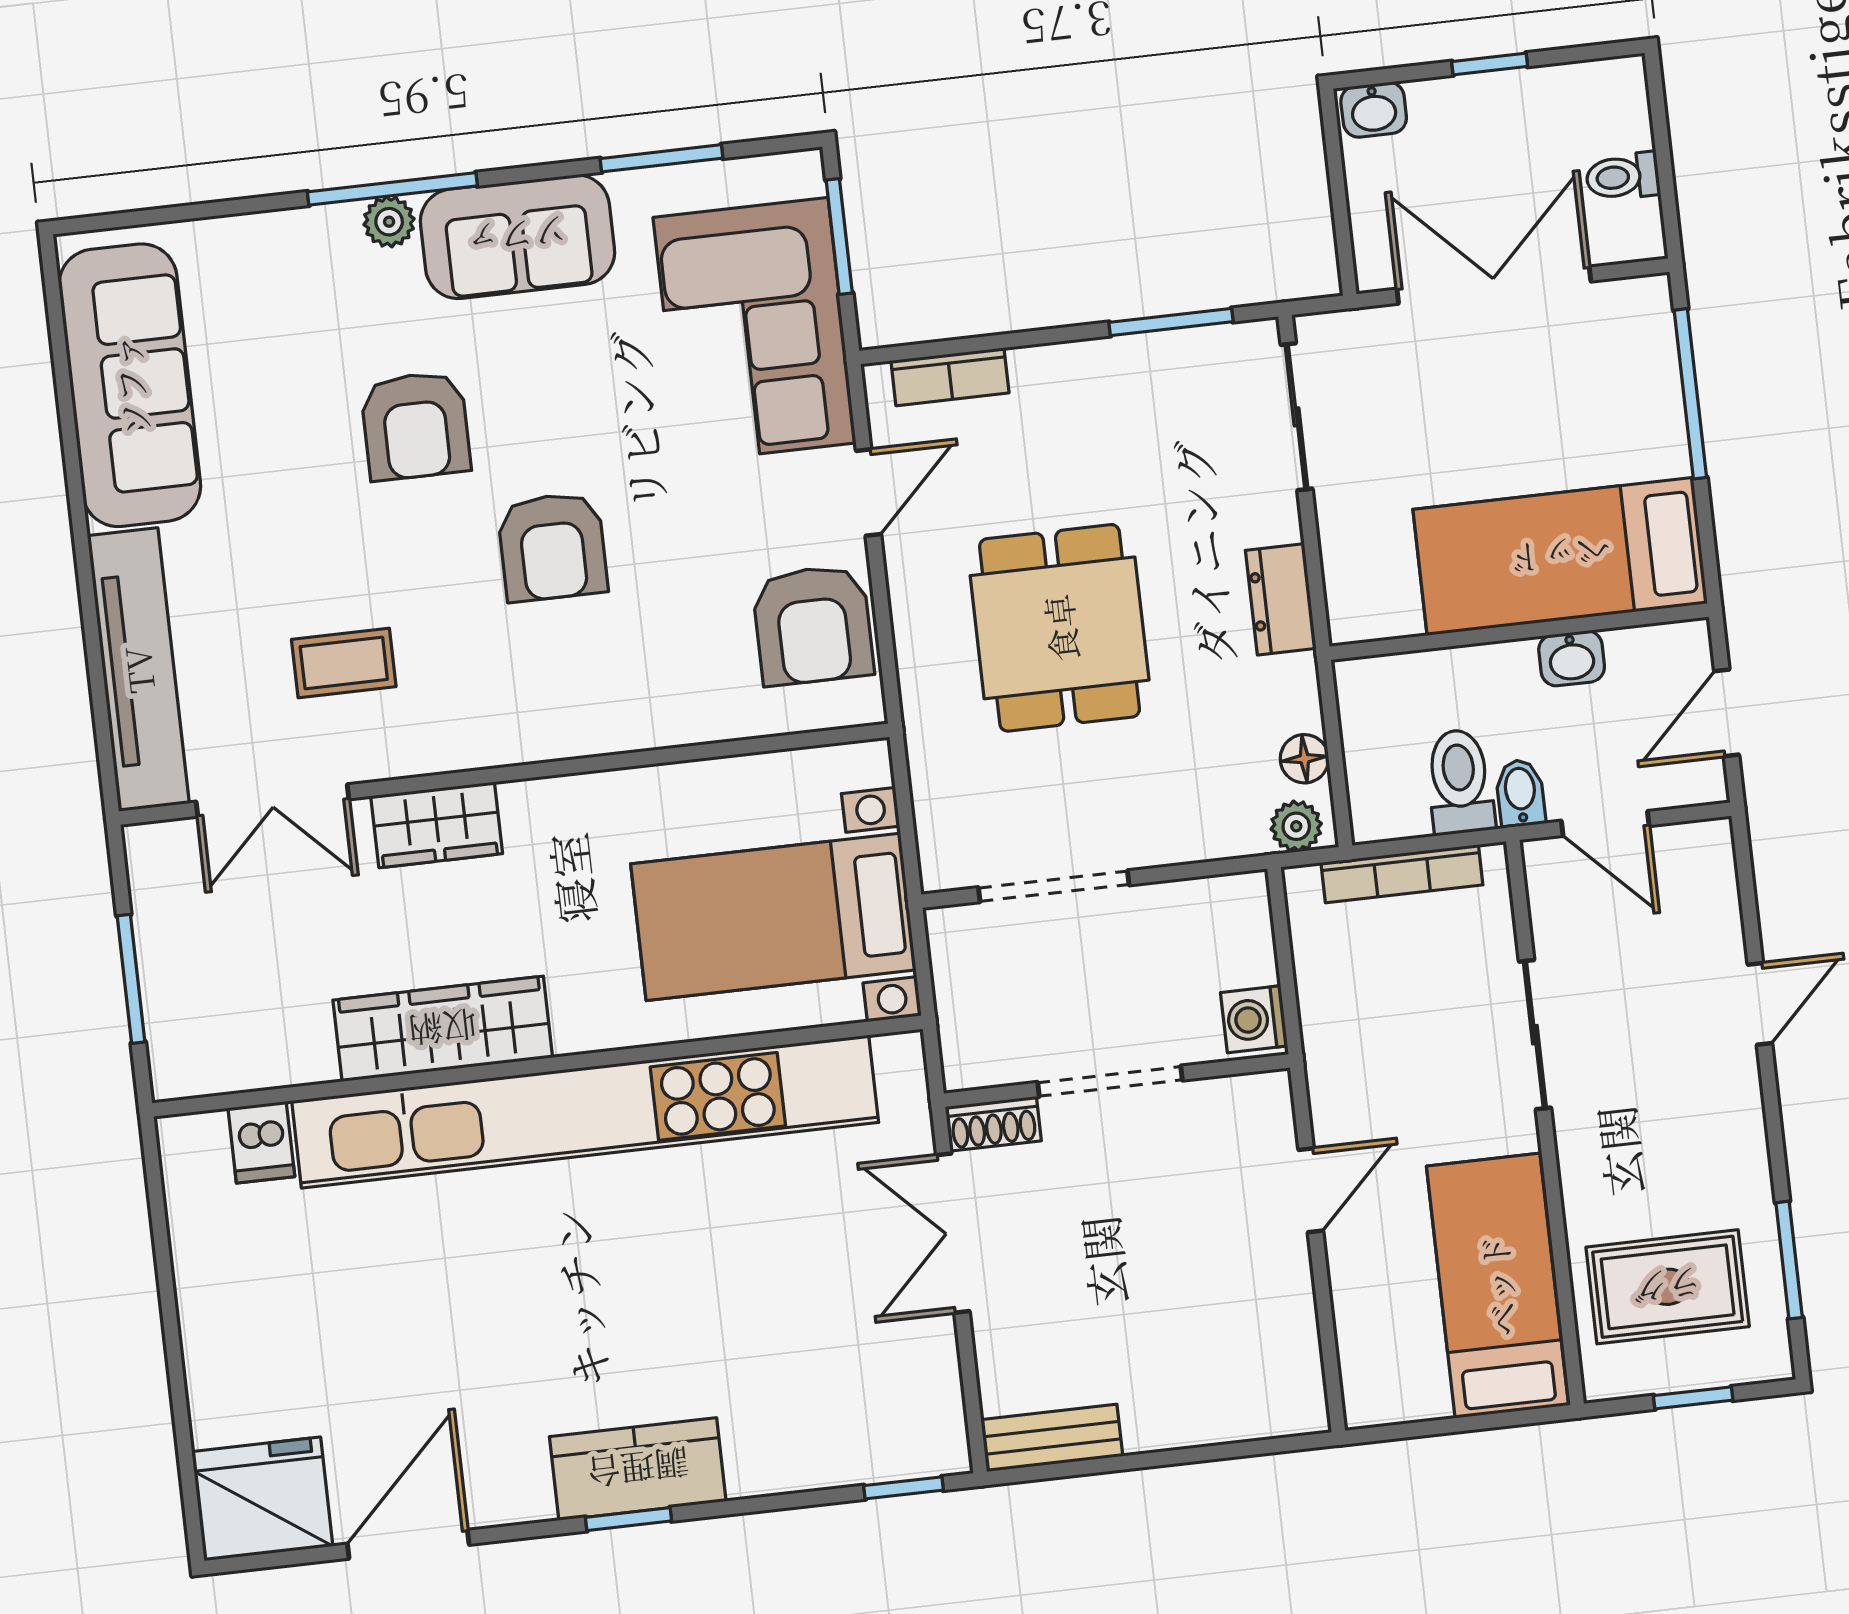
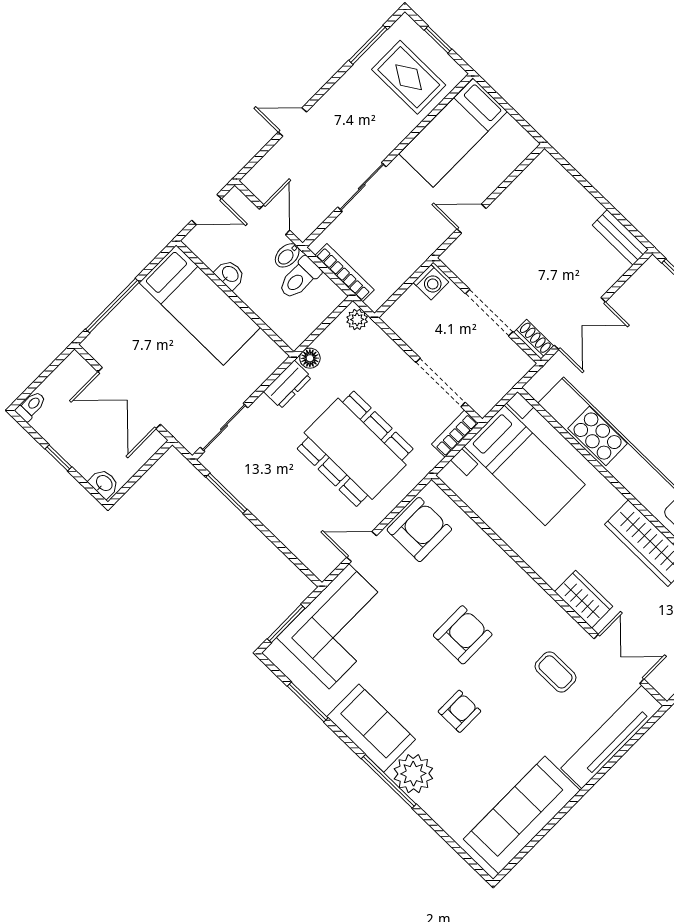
toilet: (1623, 177) -> (31, 406), moved, turned -90
plant: (389, 222) -> (413, 774), width x1.88, depth x1.88
bookcase: (950, 377) -> (455, 434), moved, turned -90
armchair: (416, 426) -> (459, 711), width x0.72, depth x0.72
dining table: (1060, 628) -> (355, 449), width x1.38
floor lamp: (1304, 759) -> (310, 358), moved

